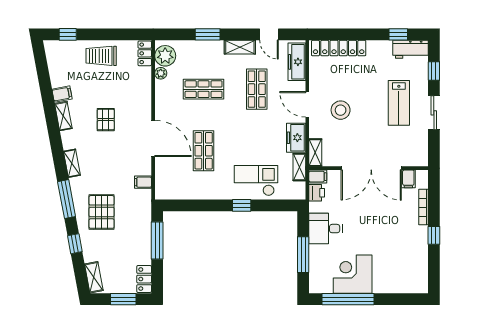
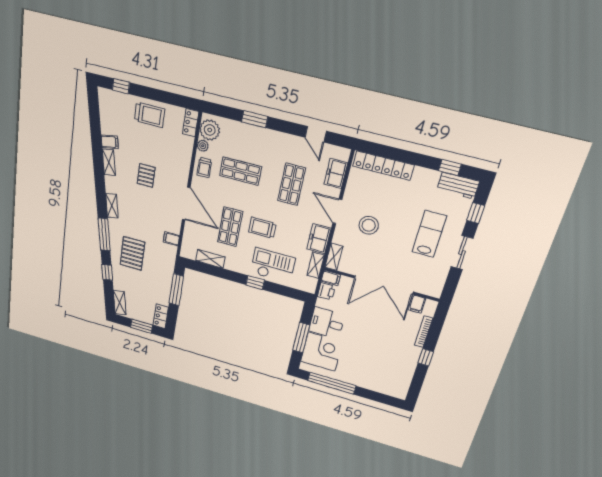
shelving: (240, 47) -> (210, 259), moved
trolley: (101, 56) -> (150, 115), turned 180
freezer: (297, 62) -> (336, 174), width x0.71
trolley: (166, 95) -> (204, 168), added
lab bench: (399, 103) -> (429, 234), turned 180
trolley: (237, 142) -> (262, 228), added
corner desk: (353, 274) -> (321, 352), moved, turned 90

